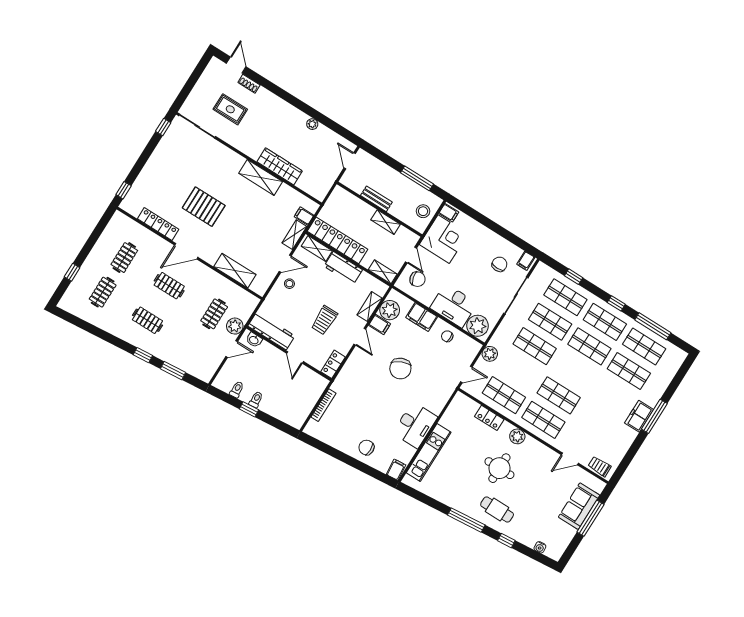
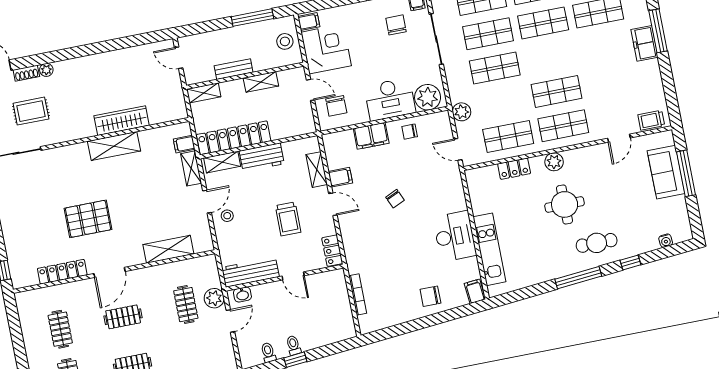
plant: (312, 124) -> (46, 70), moved
shelving: (383, 272) -> (204, 93), moved
chair: (418, 279) -> (336, 106), turned 104
plant: (390, 310) -> (337, 156), removed
chair: (400, 369) -> (395, 199), width x0.54, depth x0.54
door: (466, 374) -> (458, 149), swing flipped

